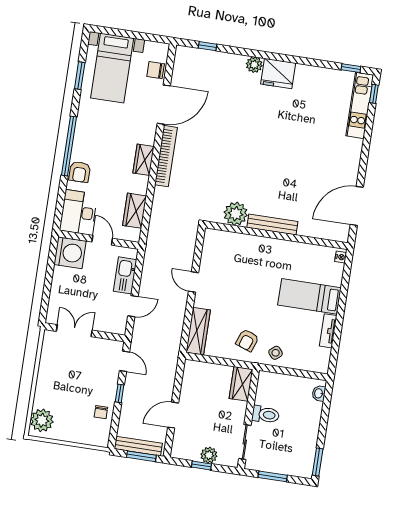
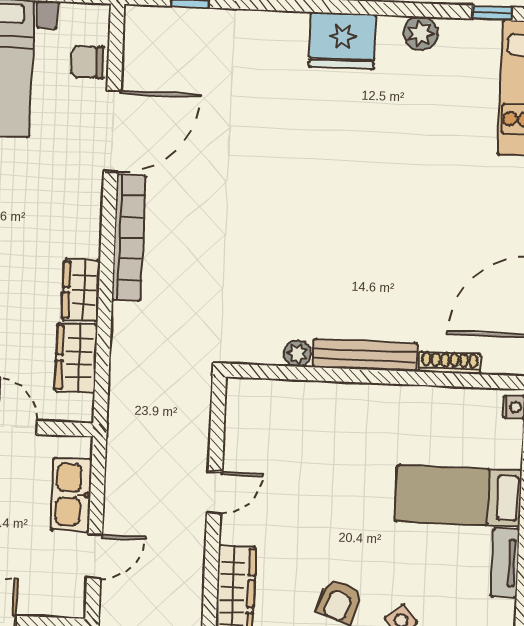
plant: (254, 65) -> (421, 33), moved
wardrobe: (143, 160) -> (81, 290), moved
plant: (236, 214) -> (297, 353), width x0.53, depth x0.53
shoe rack: (312, 233) -> (450, 363), added
door: (193, 282) -> (215, 492), swing flipped

